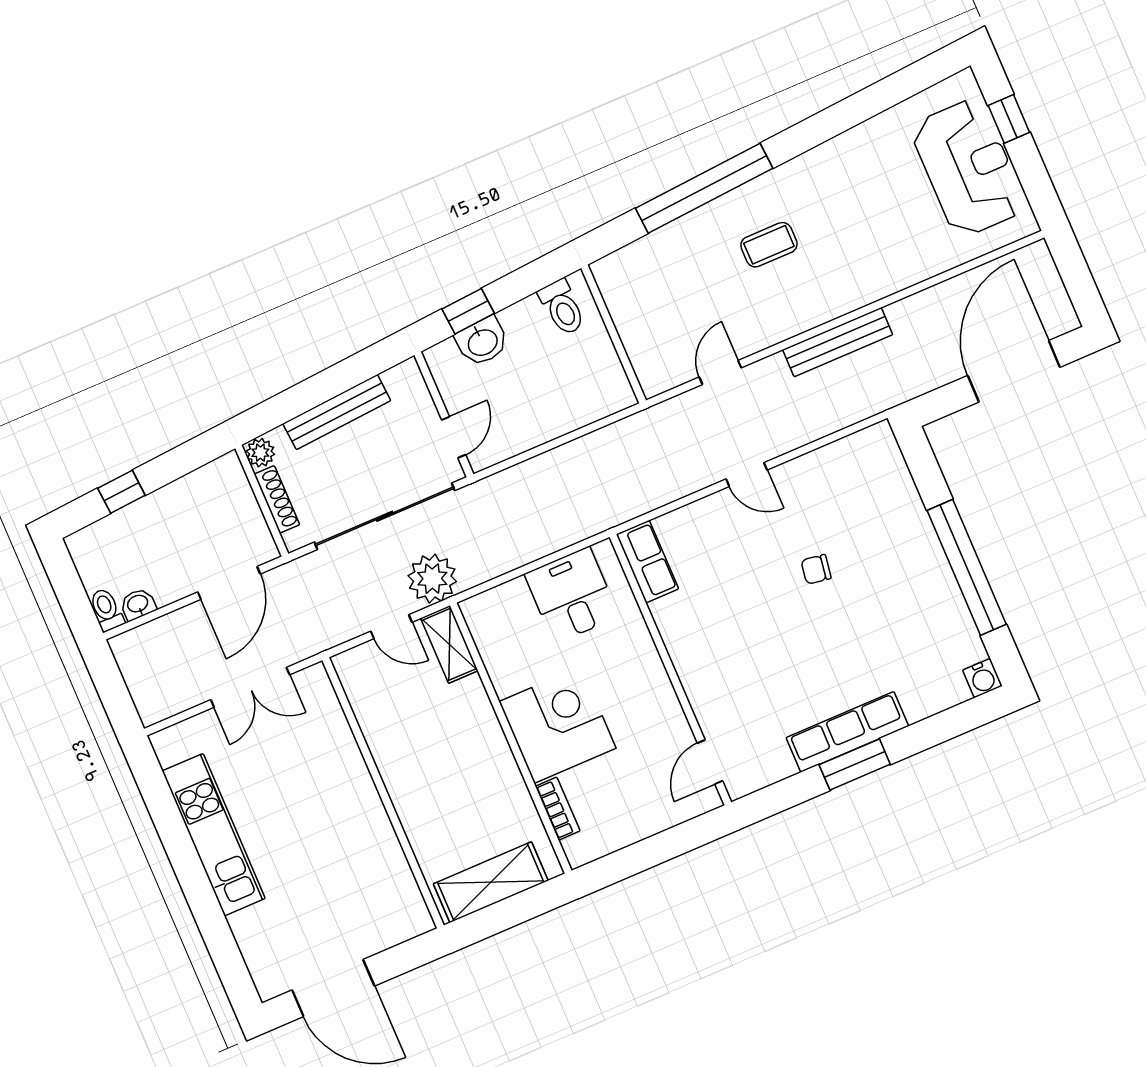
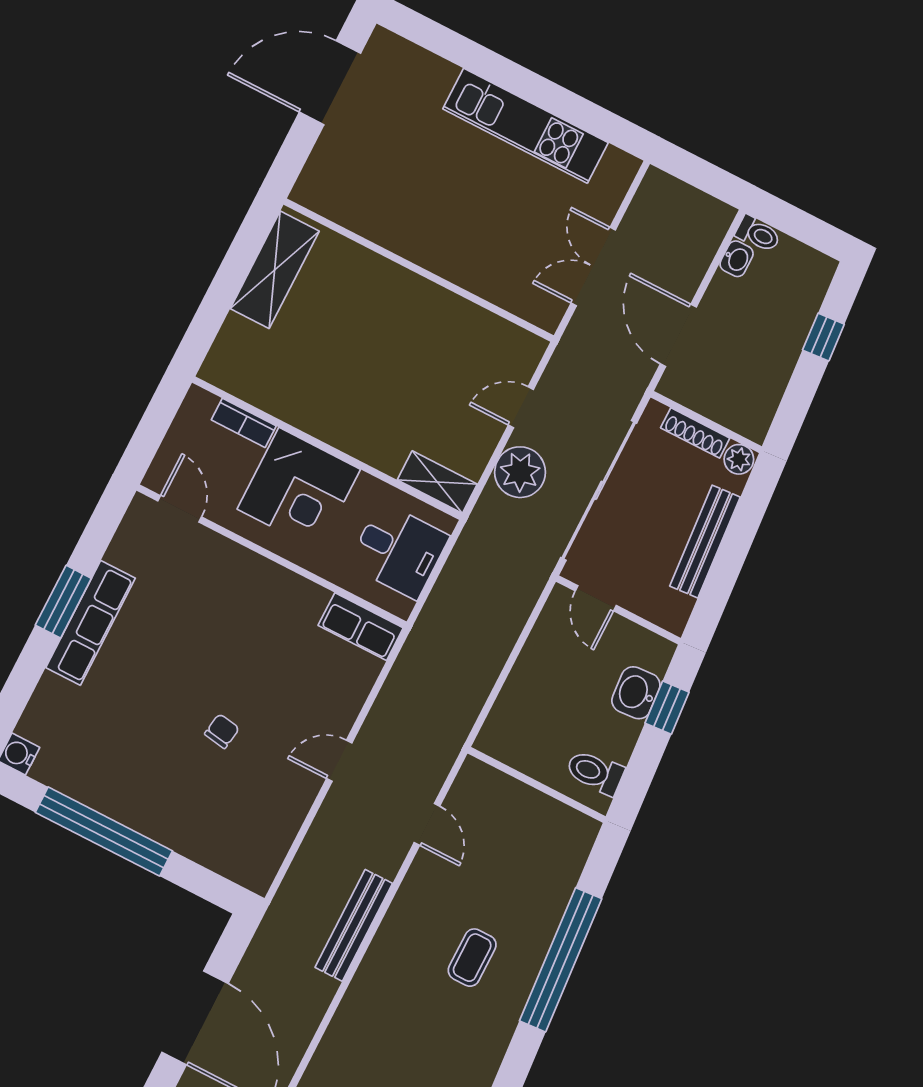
shelving: (449, 644) -> (437, 482), moved
corner desk: (558, 725) -> (299, 489), moved
wall: (511, 738) -> (327, 448), moved
bookcase: (558, 809) -> (244, 423), moved

